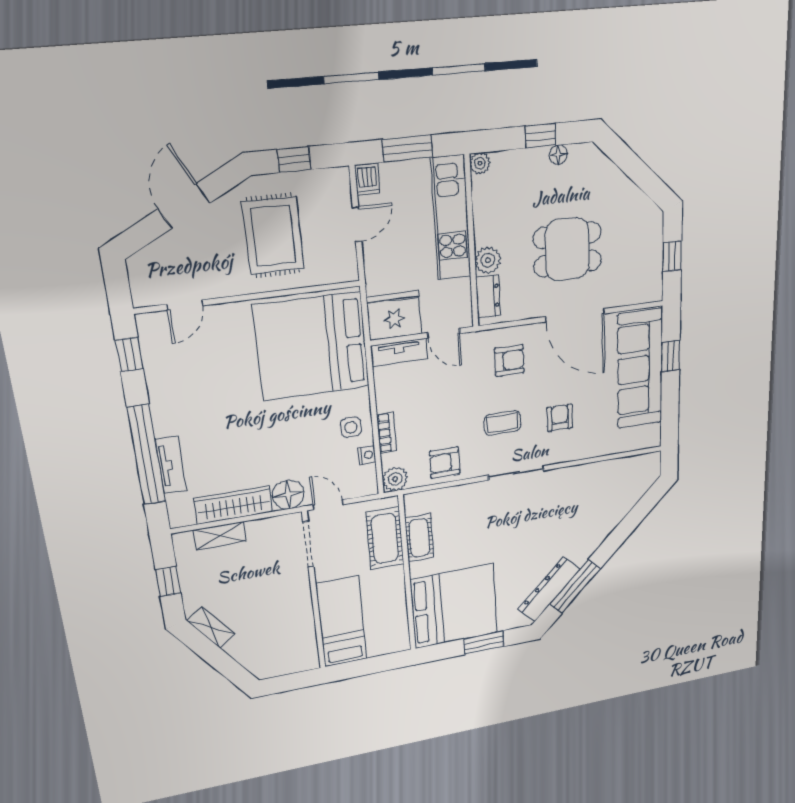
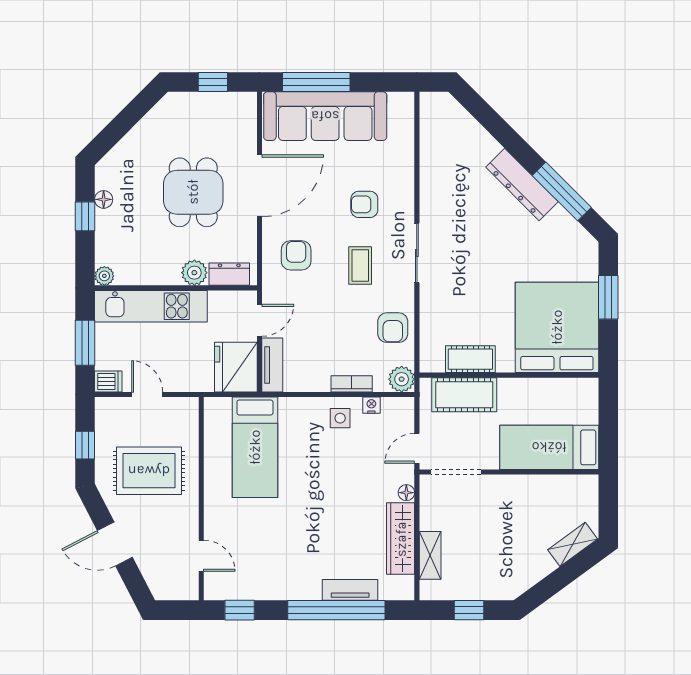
bed: (312, 346) -> (255, 447), width x0.49
window: (671, 356) -> (316, 82), width x2.17
floor lamp: (288, 495) -> (406, 493), width x0.53, depth x0.53
dresser: (549, 589) -> (522, 184), moved
shelving: (211, 627) -> (573, 544), moved

